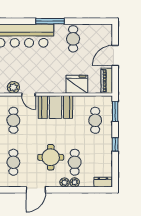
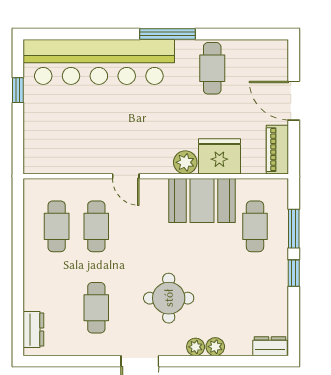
door: (115, 55) -> (294, 101), hinge flipped
plant: (13, 87) -> (185, 162), moved
booth: (55, 107) -> (202, 201), moved
window: (115, 111) -> (294, 229), moved
cafe table: (75, 162) -> (215, 308), removed

